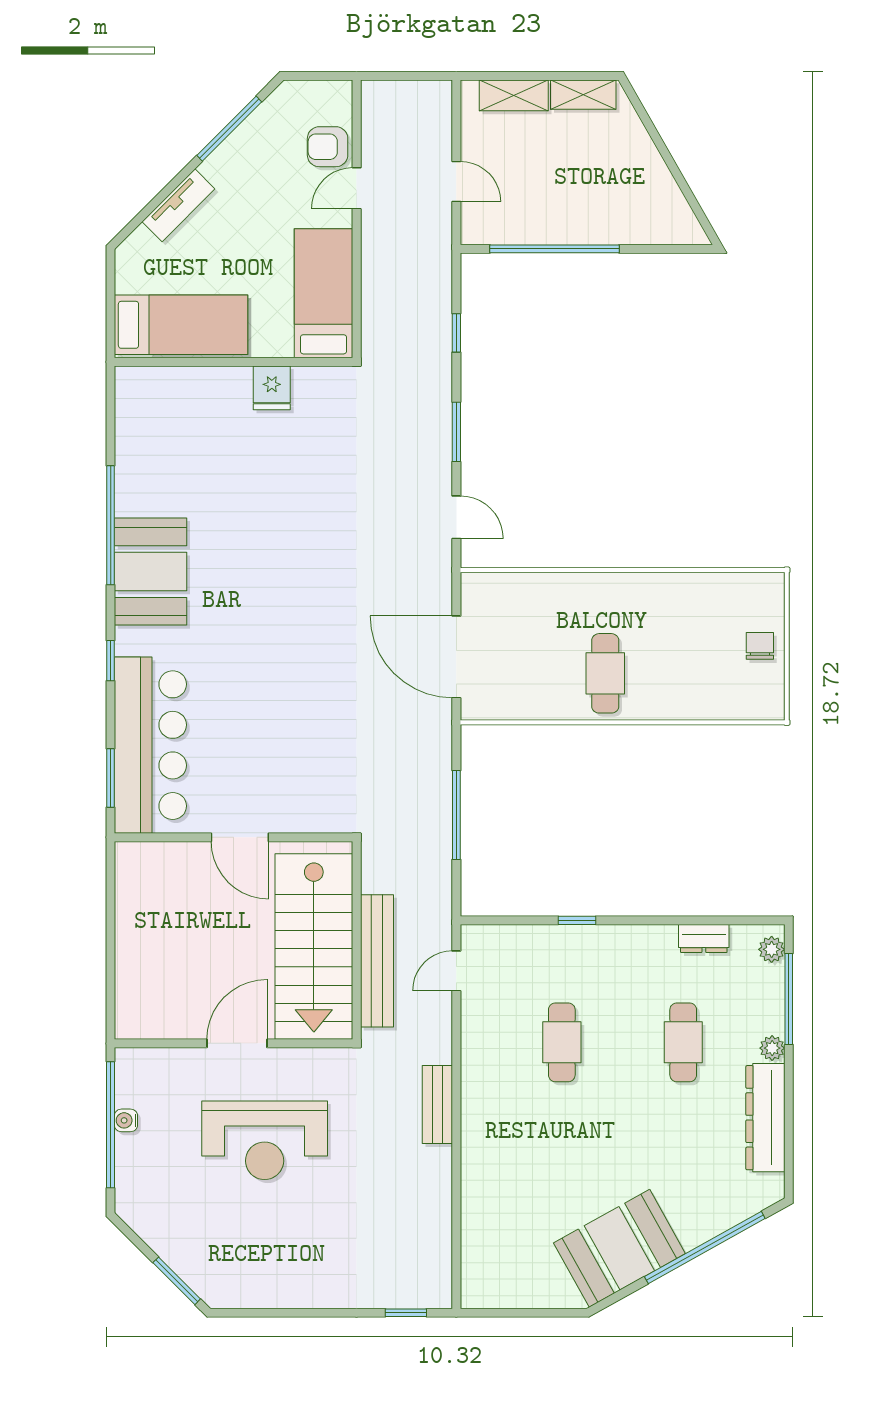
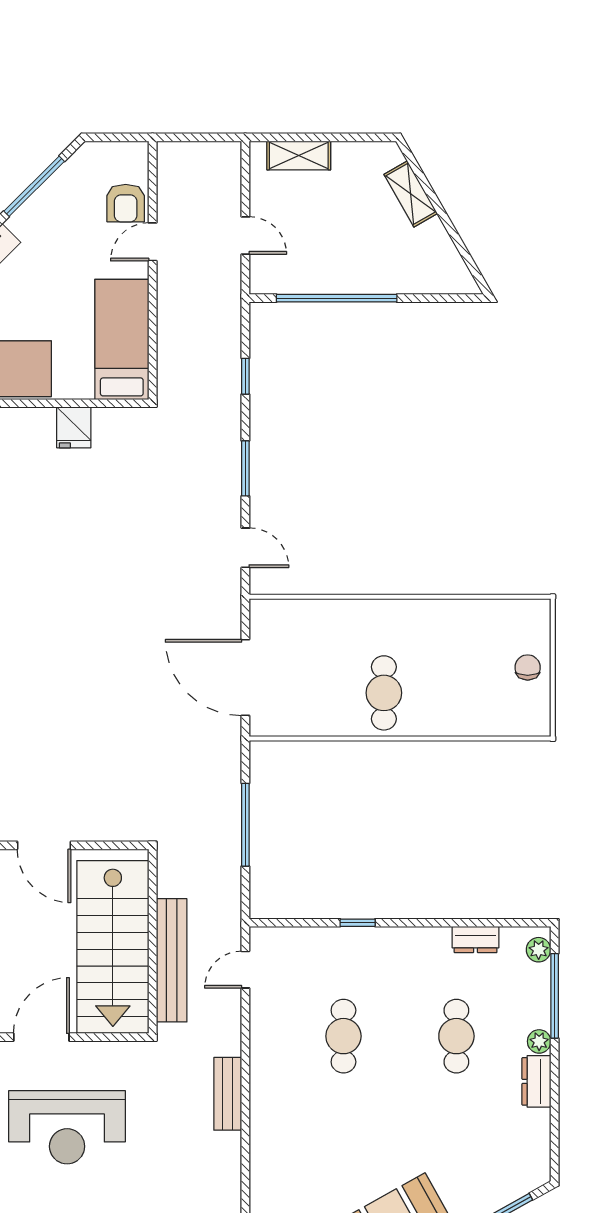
shelving: (583, 95) -> (411, 194), moved, turned 60
armchair: (328, 147) -> (126, 203), turned -90
dresser: (765, 1118) -> (536, 1081), width x0.51, depth x0.80

